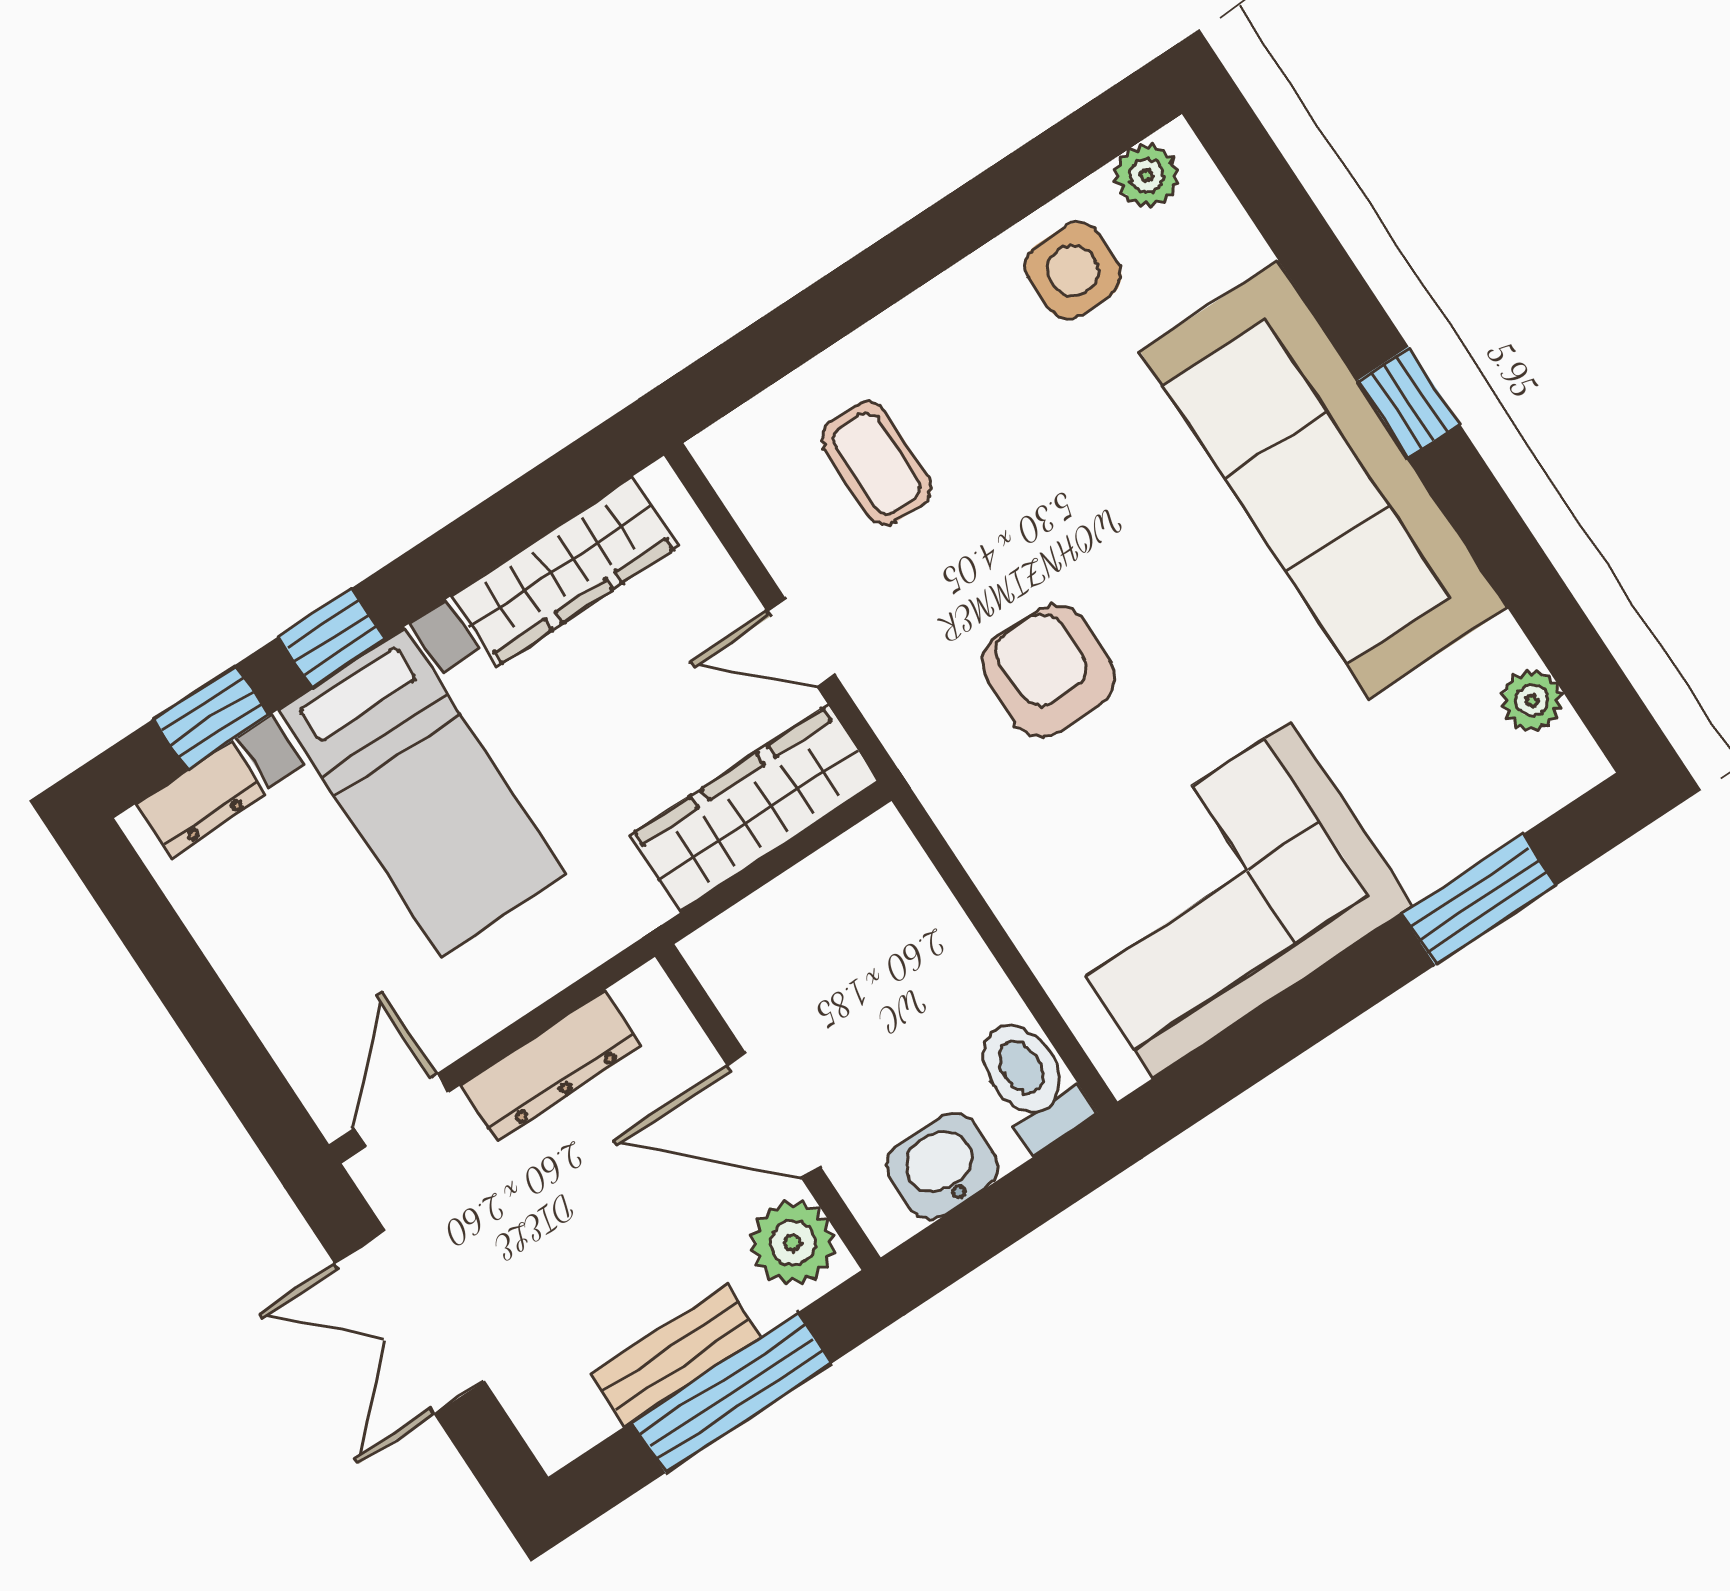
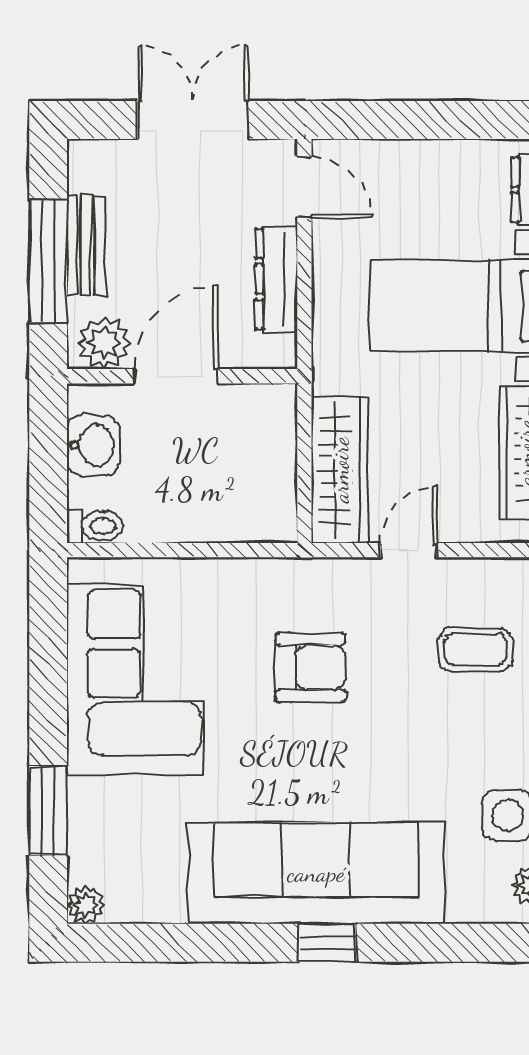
plant: (1532, 701) -> (86, 905), moved
toilet: (1031, 1082) -> (95, 526), width x0.73, depth x0.72

